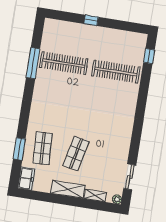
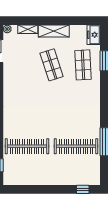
window: (91, 20) -> (83, 189), moved
shop shelf: (76, 154) -> (52, 65), turned -30

